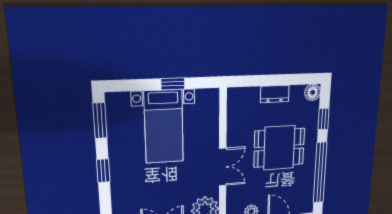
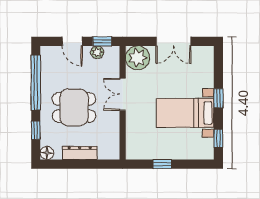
dresser: (275, 94) -> (80, 153), width x1.44
window: (100, 121) -> (218, 138), width x0.67
bed with nightstands: (164, 127) -> (185, 113), moved, turned -90

